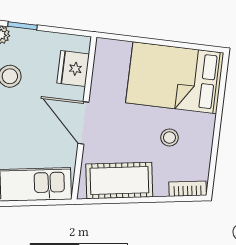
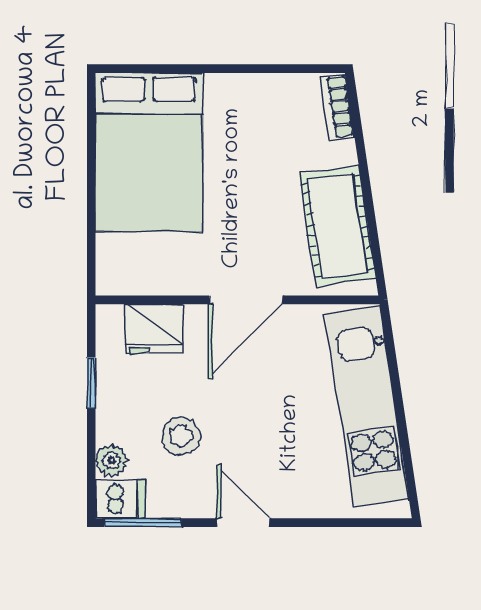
window: (22, 26) -> (91, 383), moved
stool: (169, 137) -> (253, 149), removed

